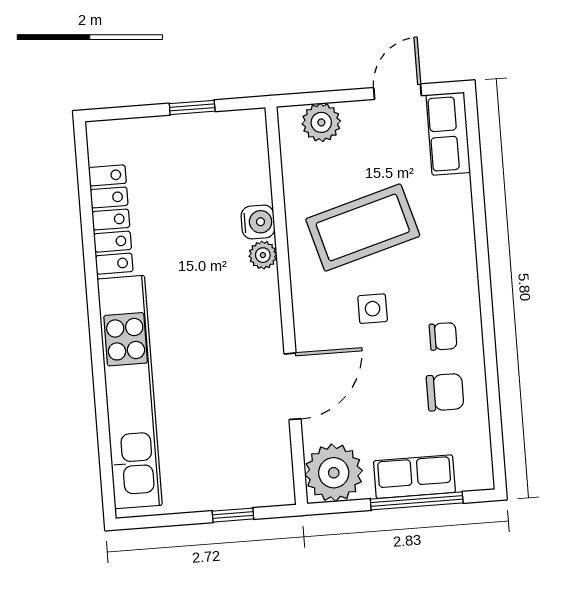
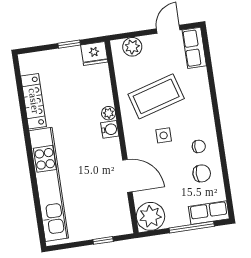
fridge: (242, 131) -> (94, 54), added
water cooler: (258, 222) -> (110, 129), moved
door: (293, 386) -> (127, 176), hinge flipped
row of seats: (414, 477) -> (209, 213), moved

